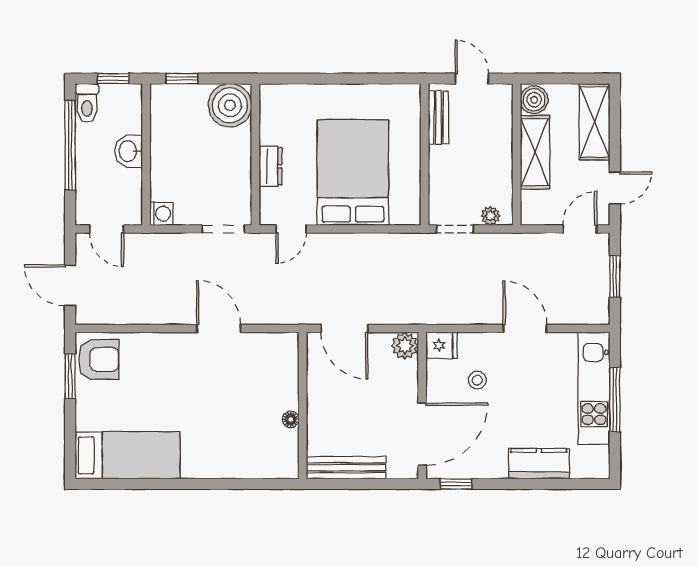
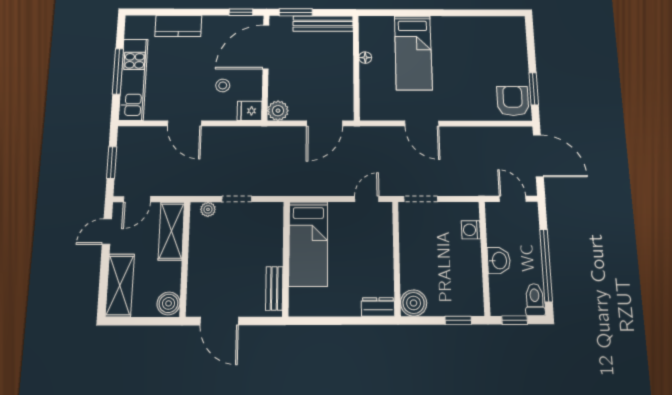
door: (472, 79) -> (219, 321), width x1.38
boiler: (230, 105) -> (414, 303), width x0.73, depth x0.73
bench: (438, 118) -> (274, 288), moved
shelving: (535, 152) -> (171, 231), moved
wall: (425, 154) -> (286, 258), moved
dresser: (271, 166) -> (378, 307), moved, turned 90
bed: (353, 172) -> (308, 244), width x0.67
washing machine: (161, 214) -> (471, 230), moved
door: (70, 285) -> (538, 156), width x1.36
door: (345, 328) -> (324, 123), swing flipped
armchair: (99, 359) -> (513, 101), turned 90
bed: (128, 455) -> (413, 53), moved, turned -90
window: (383, 484) -> (296, 12), added

